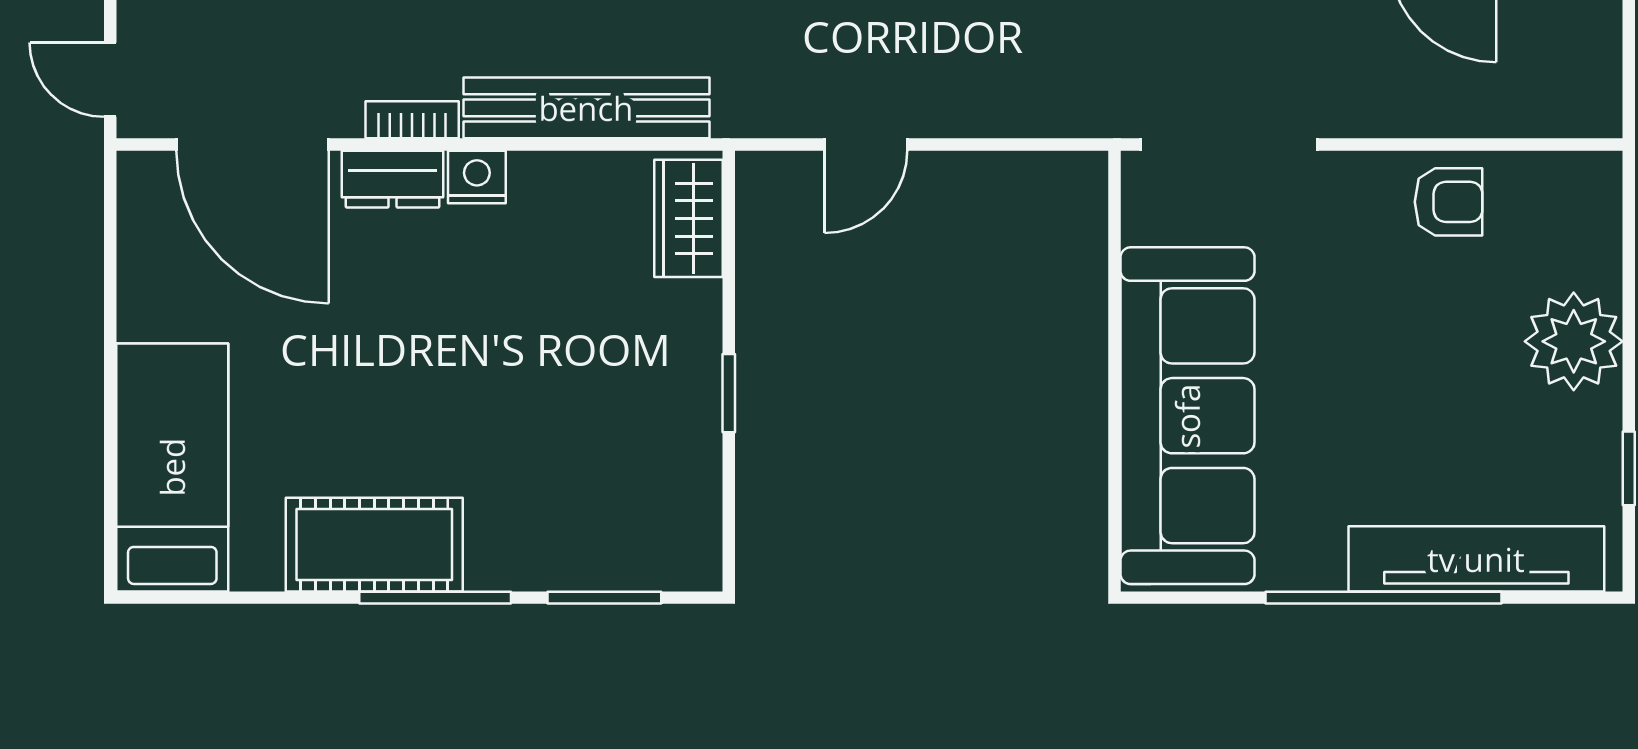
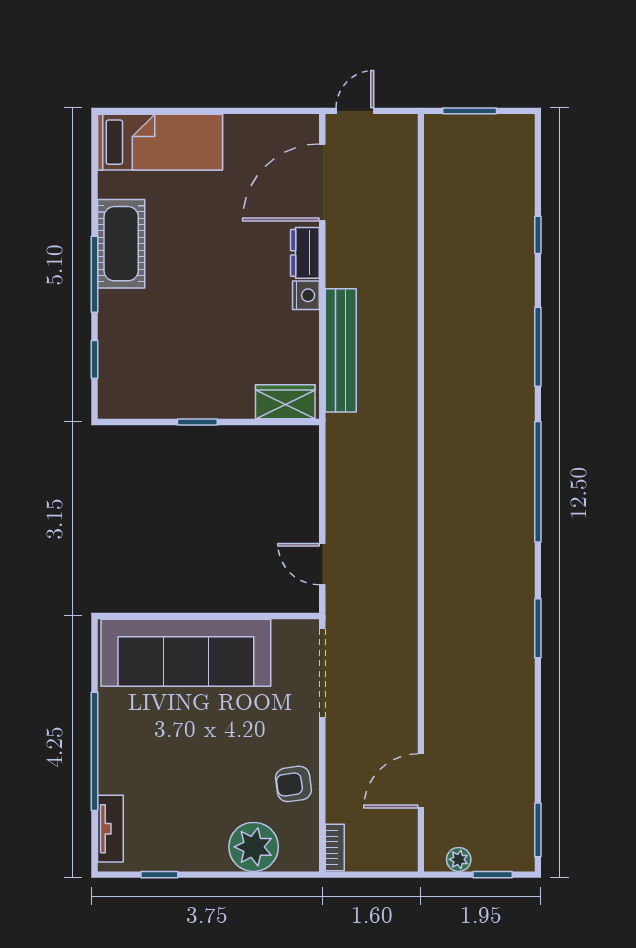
bookcase: (412, 120) -> (335, 848), moved
door: (866, 145) -> (322, 564), moved
armchair: (1448, 202) -> (293, 784), turned 82
plant: (1574, 341) -> (254, 847), moved
tv unit: (1476, 559) -> (110, 829), width x0.52, depth x0.78
window: (604, 598) -> (94, 359), width x0.67

